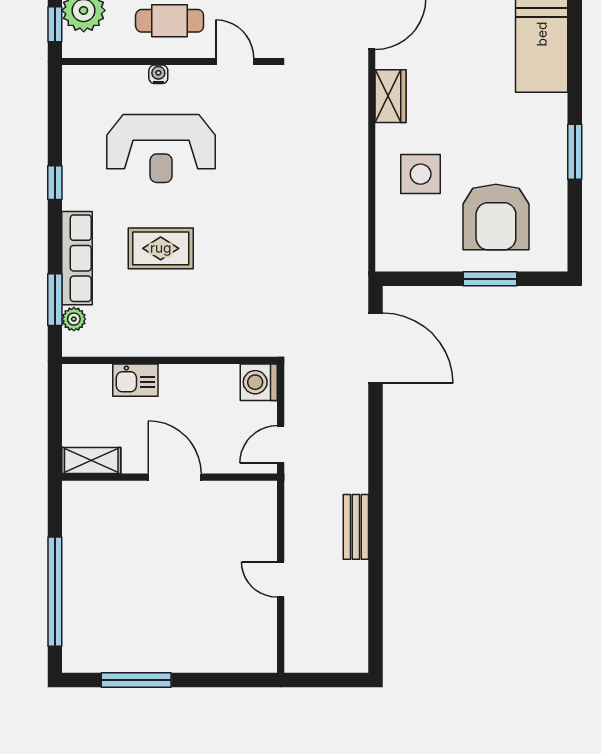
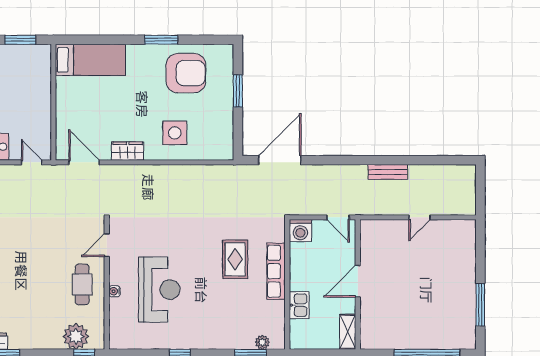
armchair: (496, 217) -> (186, 73), moved
rug: (161, 248) -> (235, 259), moved
row of seats: (77, 258) -> (276, 271), moved, turned -90

